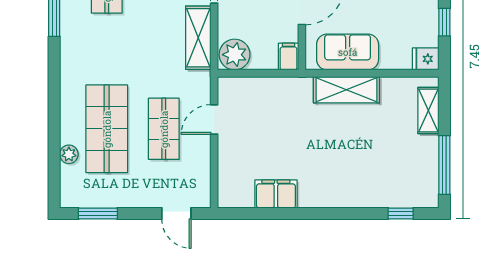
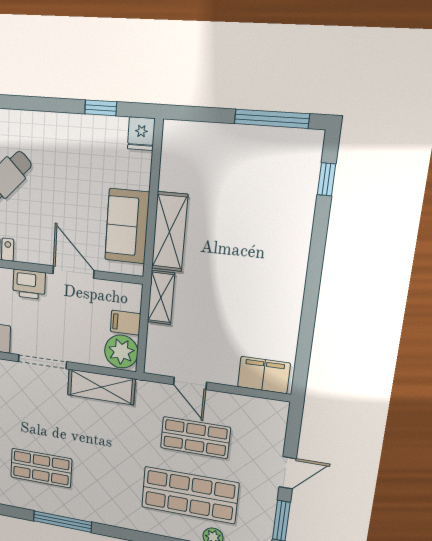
filing cabinet: (289, 57) -> (125, 323), moved
shelving: (428, 111) -> (161, 297), moved, turned 90
filing cabinet: (276, 194) -> (264, 375), moved, turned 90
door: (176, 213) -> (288, 473), moved

